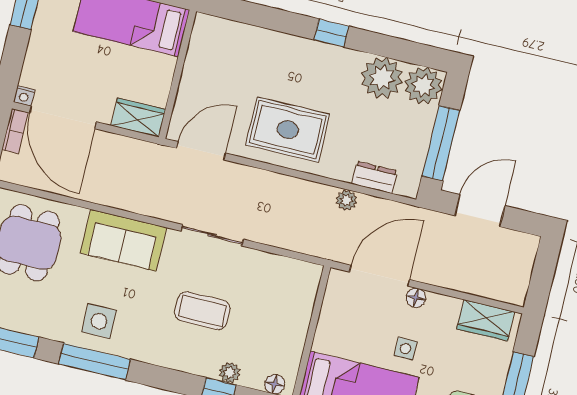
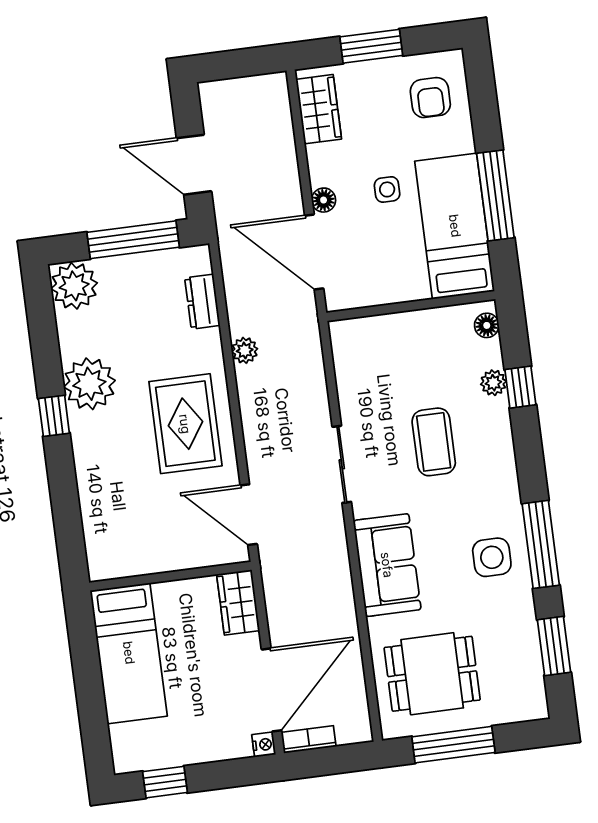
plant: (382, 78) -> (89, 384), moved
plant: (347, 200) -> (245, 350), moved

